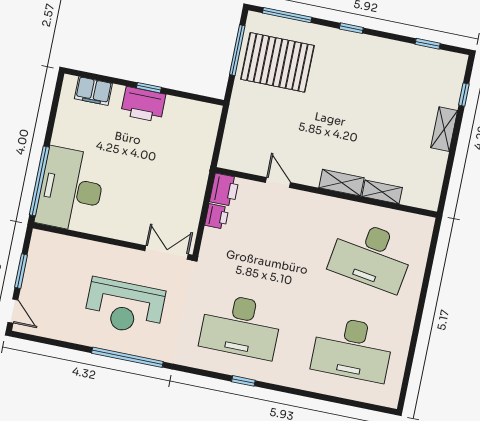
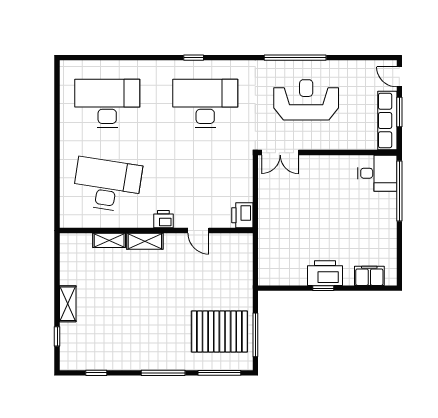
window: (351, 28) -> (163, 373), width x2.17
desk: (71, 190) -> (377, 173), width x0.53, depth x0.77
printer: (217, 216) -> (163, 219), moved, turned 90
row of seats: (37, 264) -> (387, 121), added

